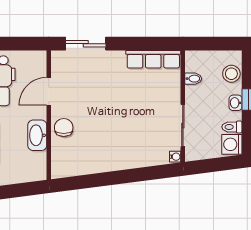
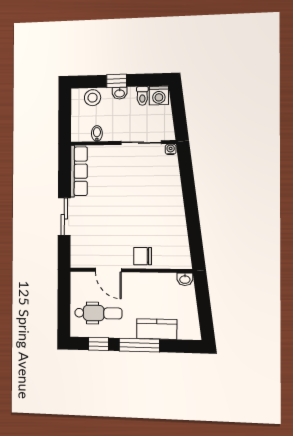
sliding door: (86, 44) -> (64, 217), moved
washbasin: (37, 135) -> (185, 279), moved, width x0.52, depth x0.69

